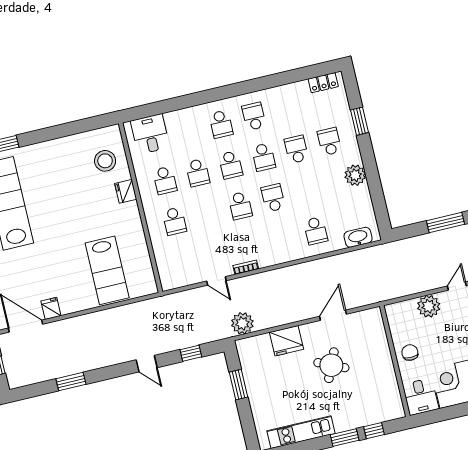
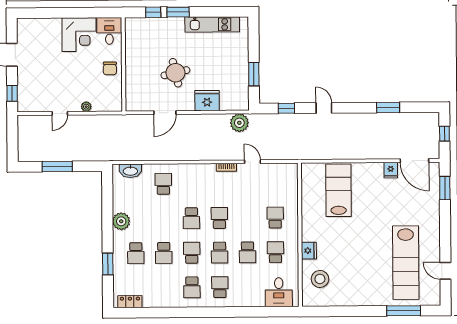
school desk: (231, 165) -> (220, 253), turned 180
school desk: (198, 173) -> (248, 252), turned 180
plant: (429, 306) -> (86, 107), width x0.53, depth x0.53
round table: (331, 365) -> (175, 73), turned -37

